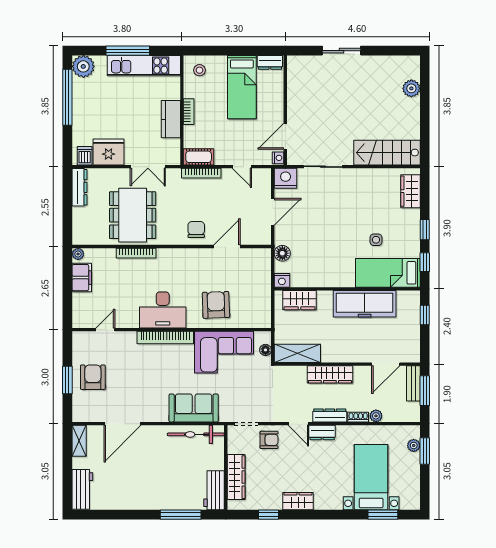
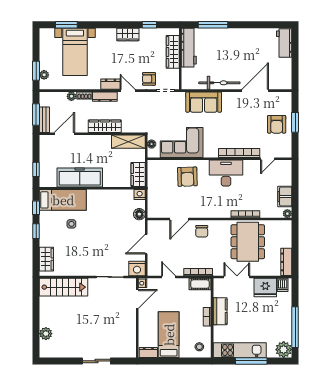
wardrobe: (300, 300) -> (138, 175), moved, turned -90
bookcase: (165, 338) -> (239, 153), moved
bicycle: (196, 434) -> (219, 83), moved
shelving: (79, 441) -> (287, 78), removed
workbench: (214, 490) -> (189, 48), width x1.38

